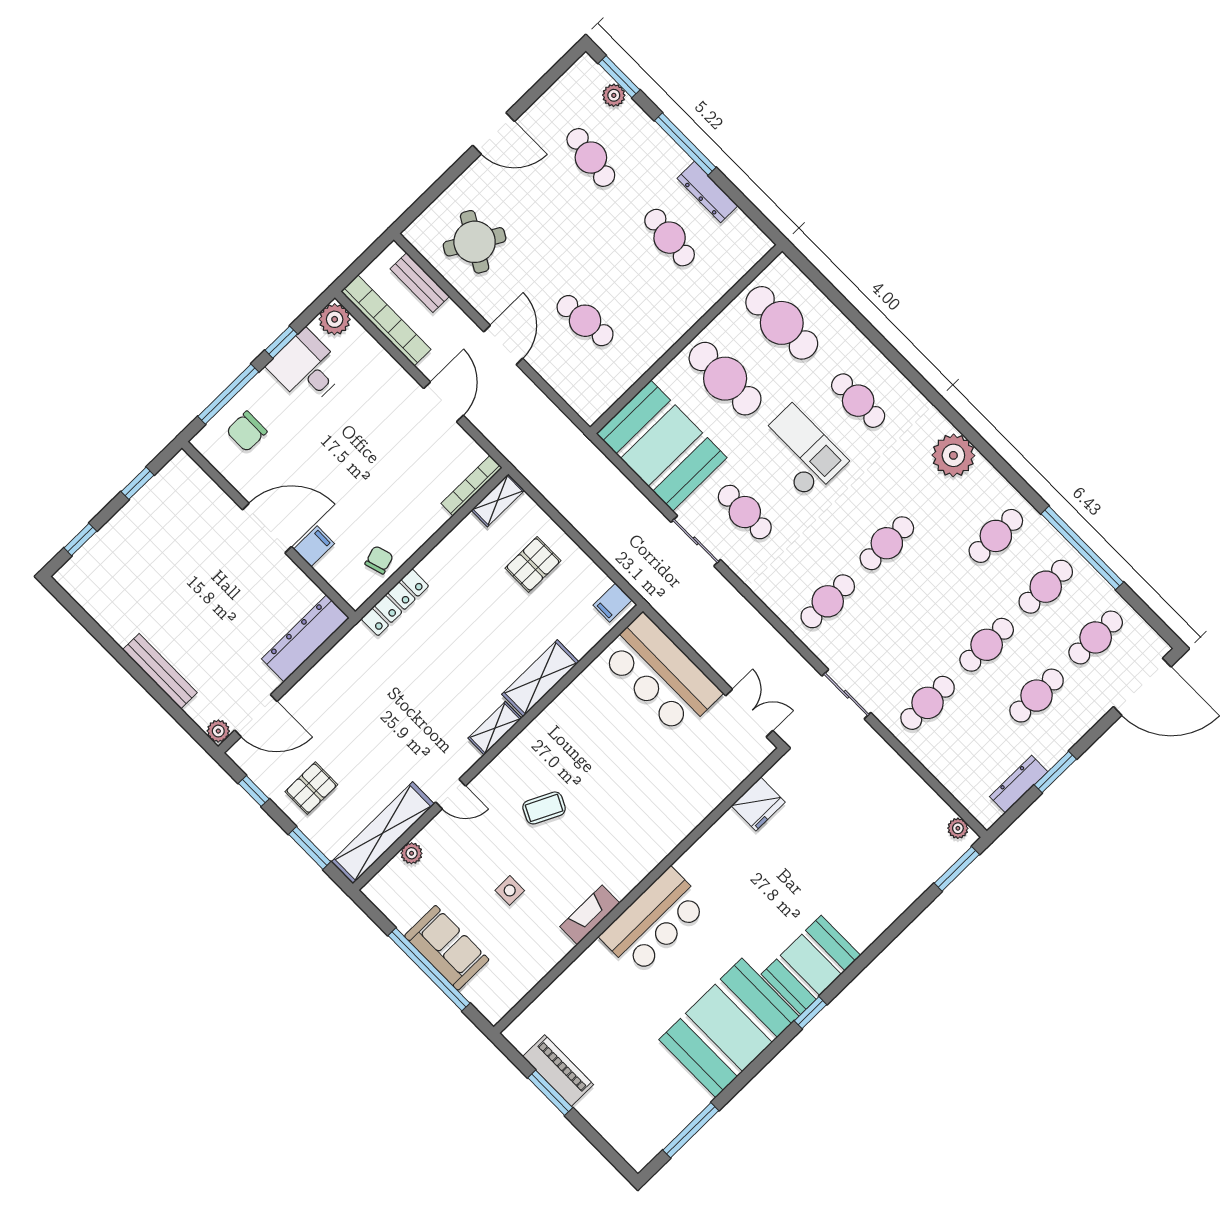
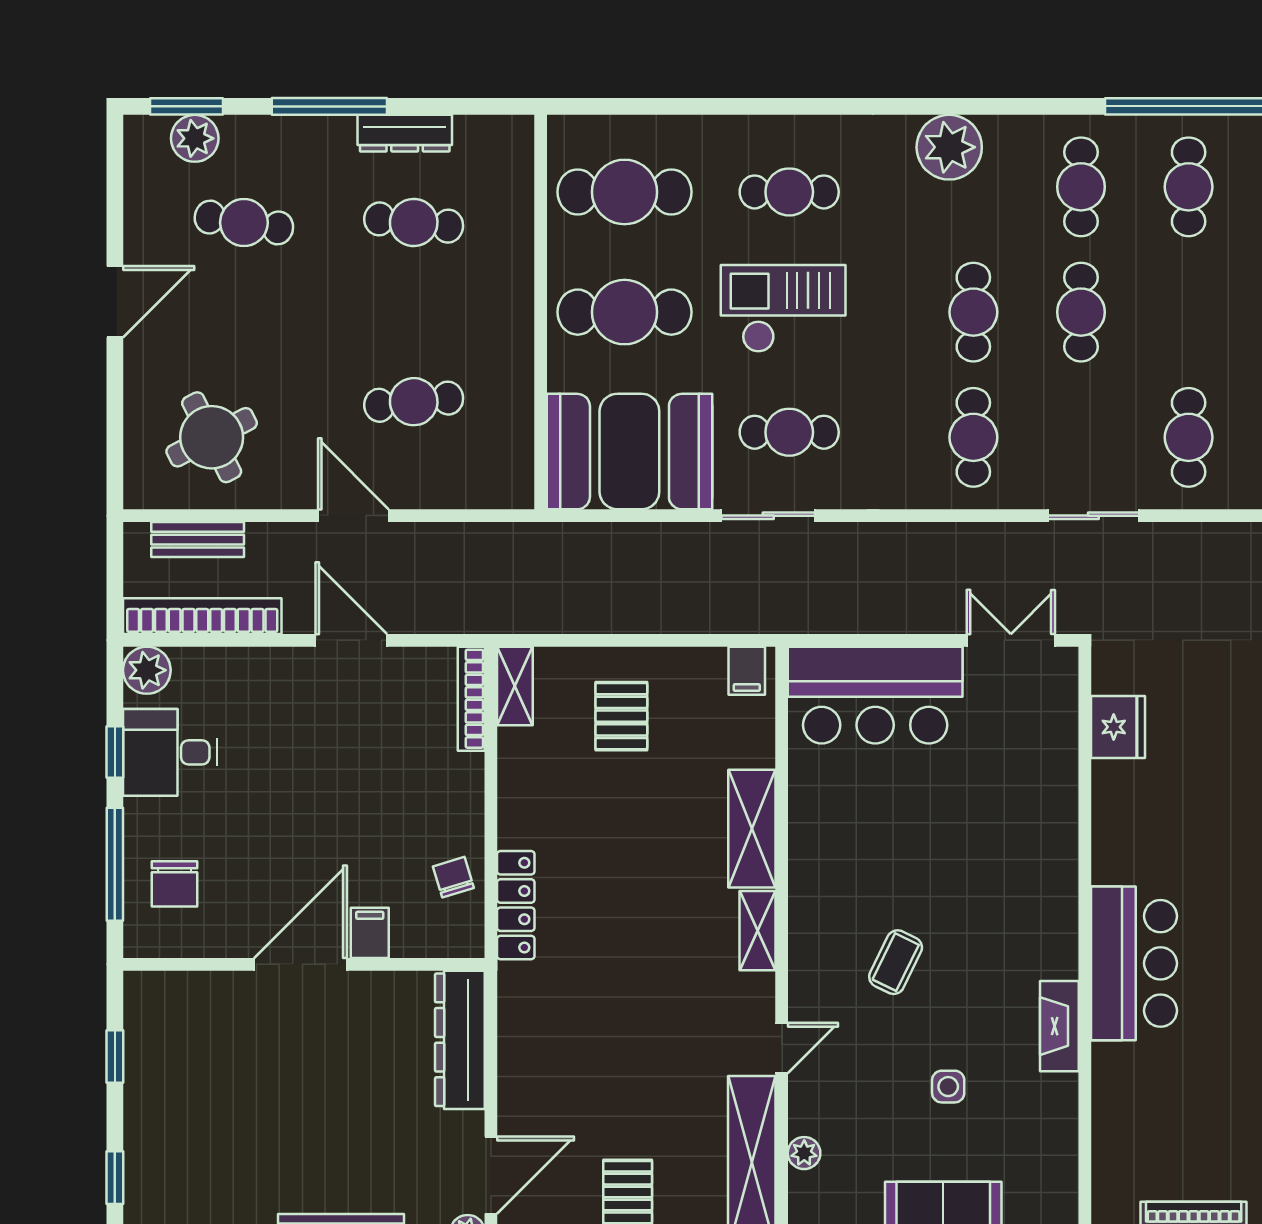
plant: (614, 95) -> (195, 138), width x1.38, depth x1.38
round table: (475, 242) -> (212, 437), turned 33
cafe table: (987, 645) -> (1081, 312), moved

